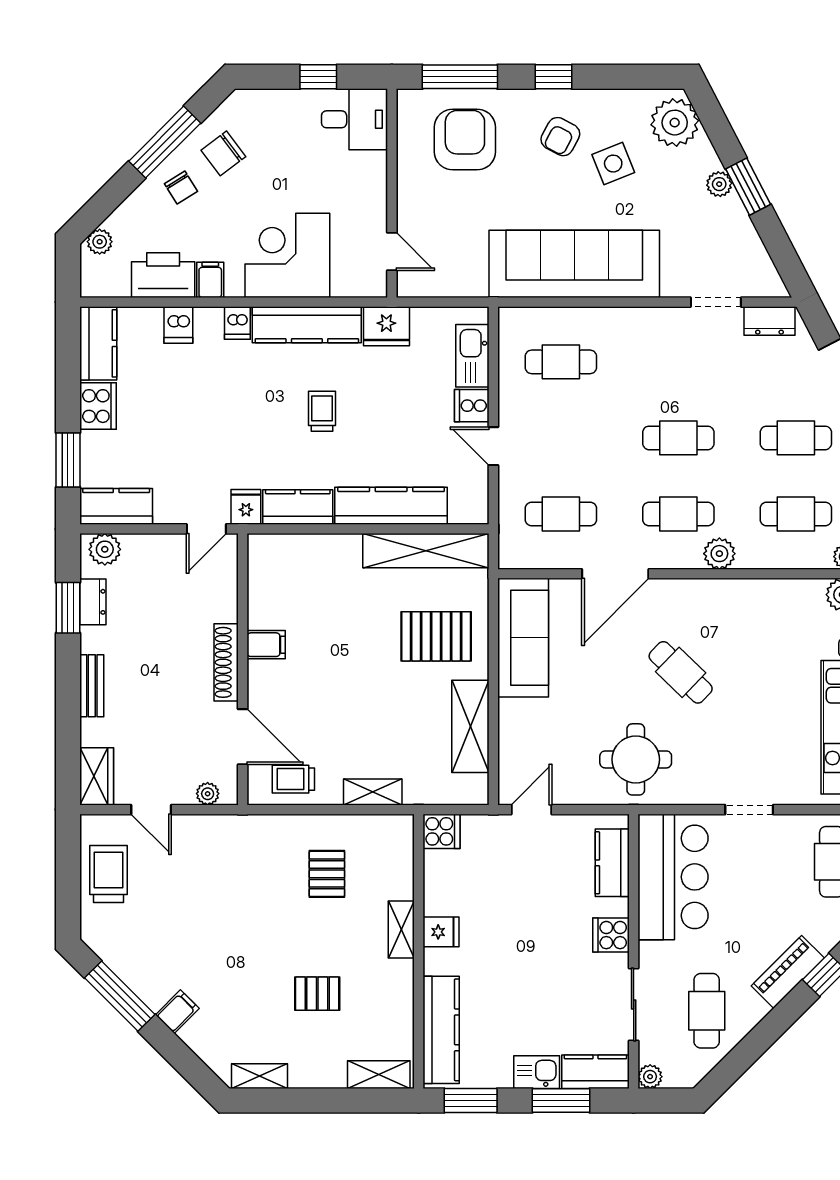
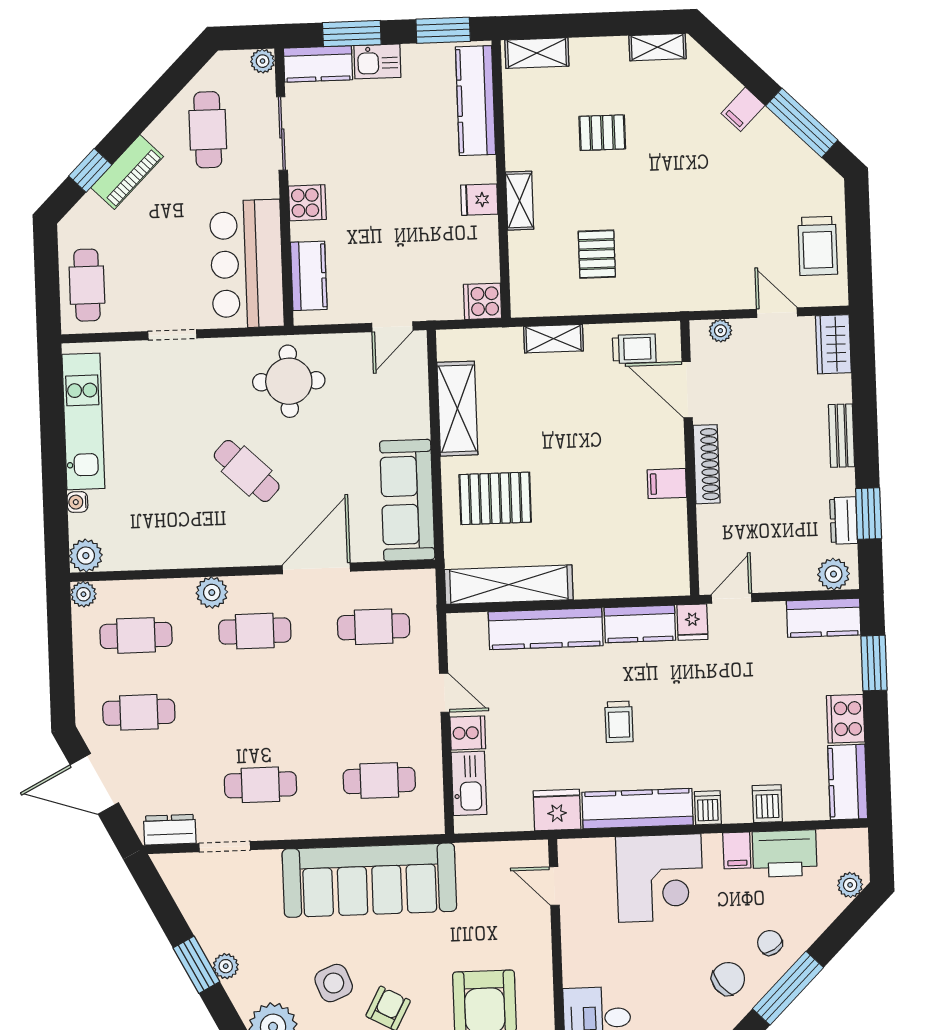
cafe table: (678, 438) -> (260, 785), moved

